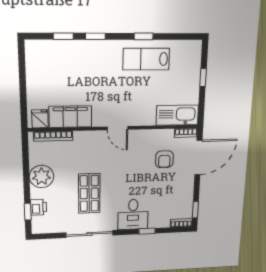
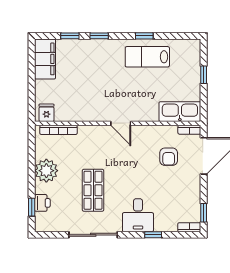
filing cabinet: (70, 117) -> (45, 59), moved, turned 90

